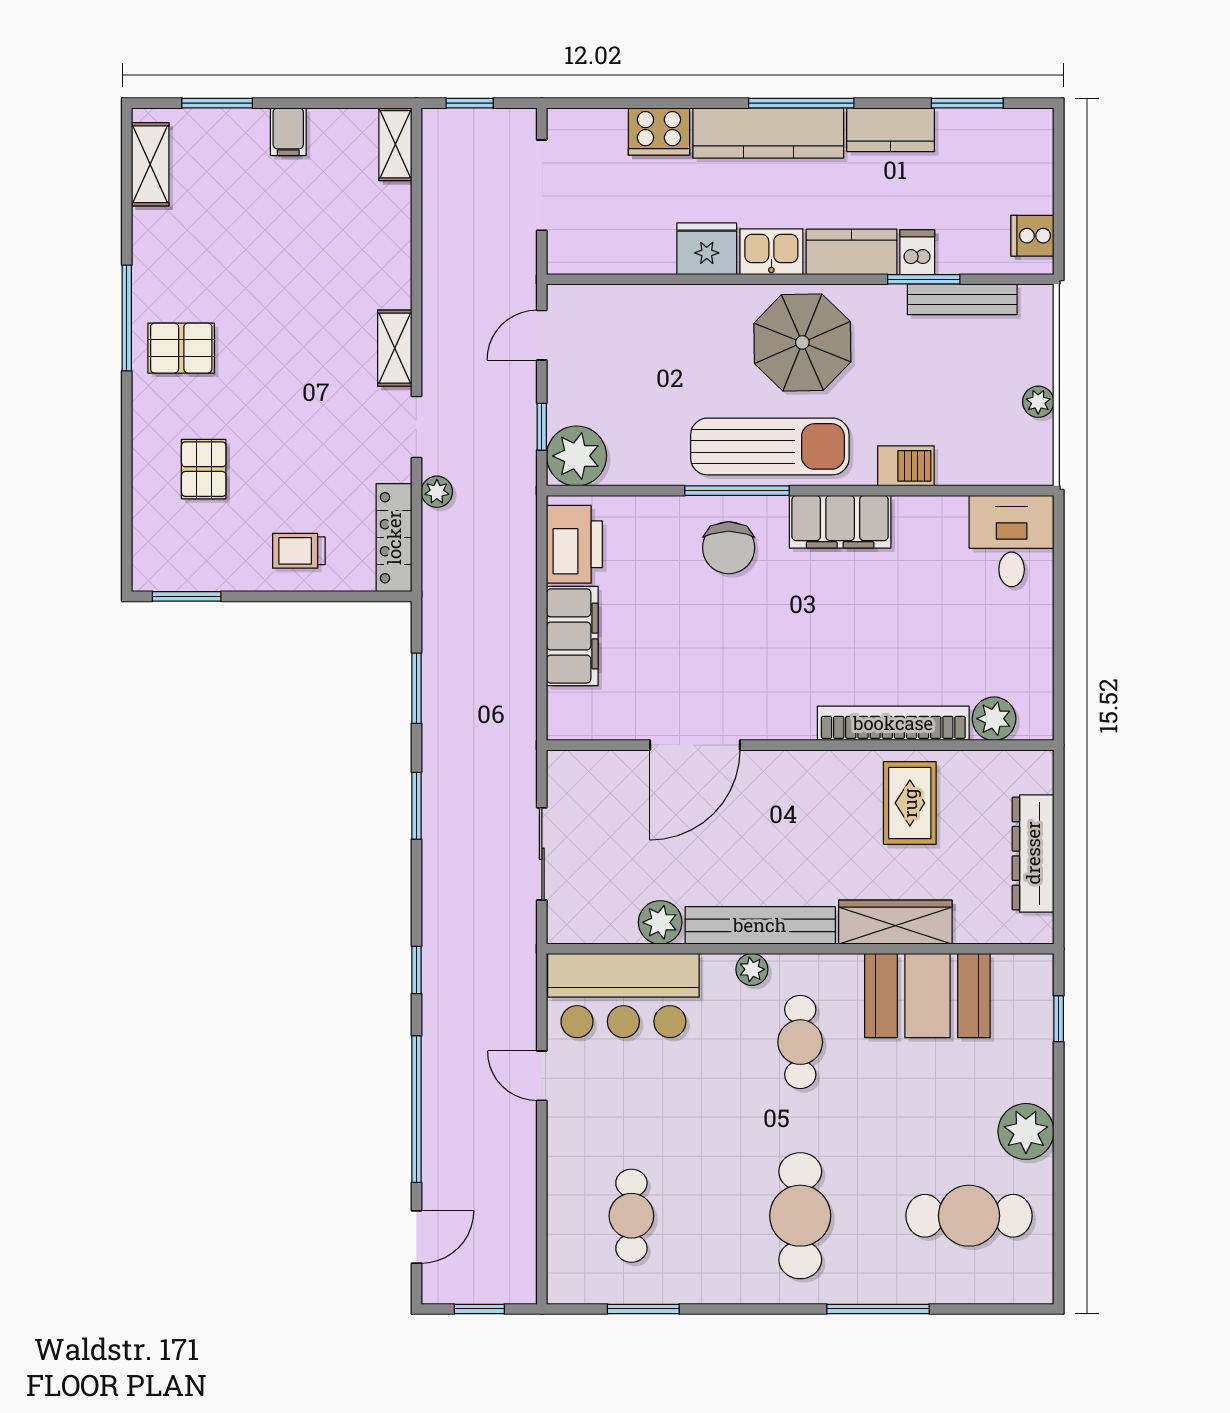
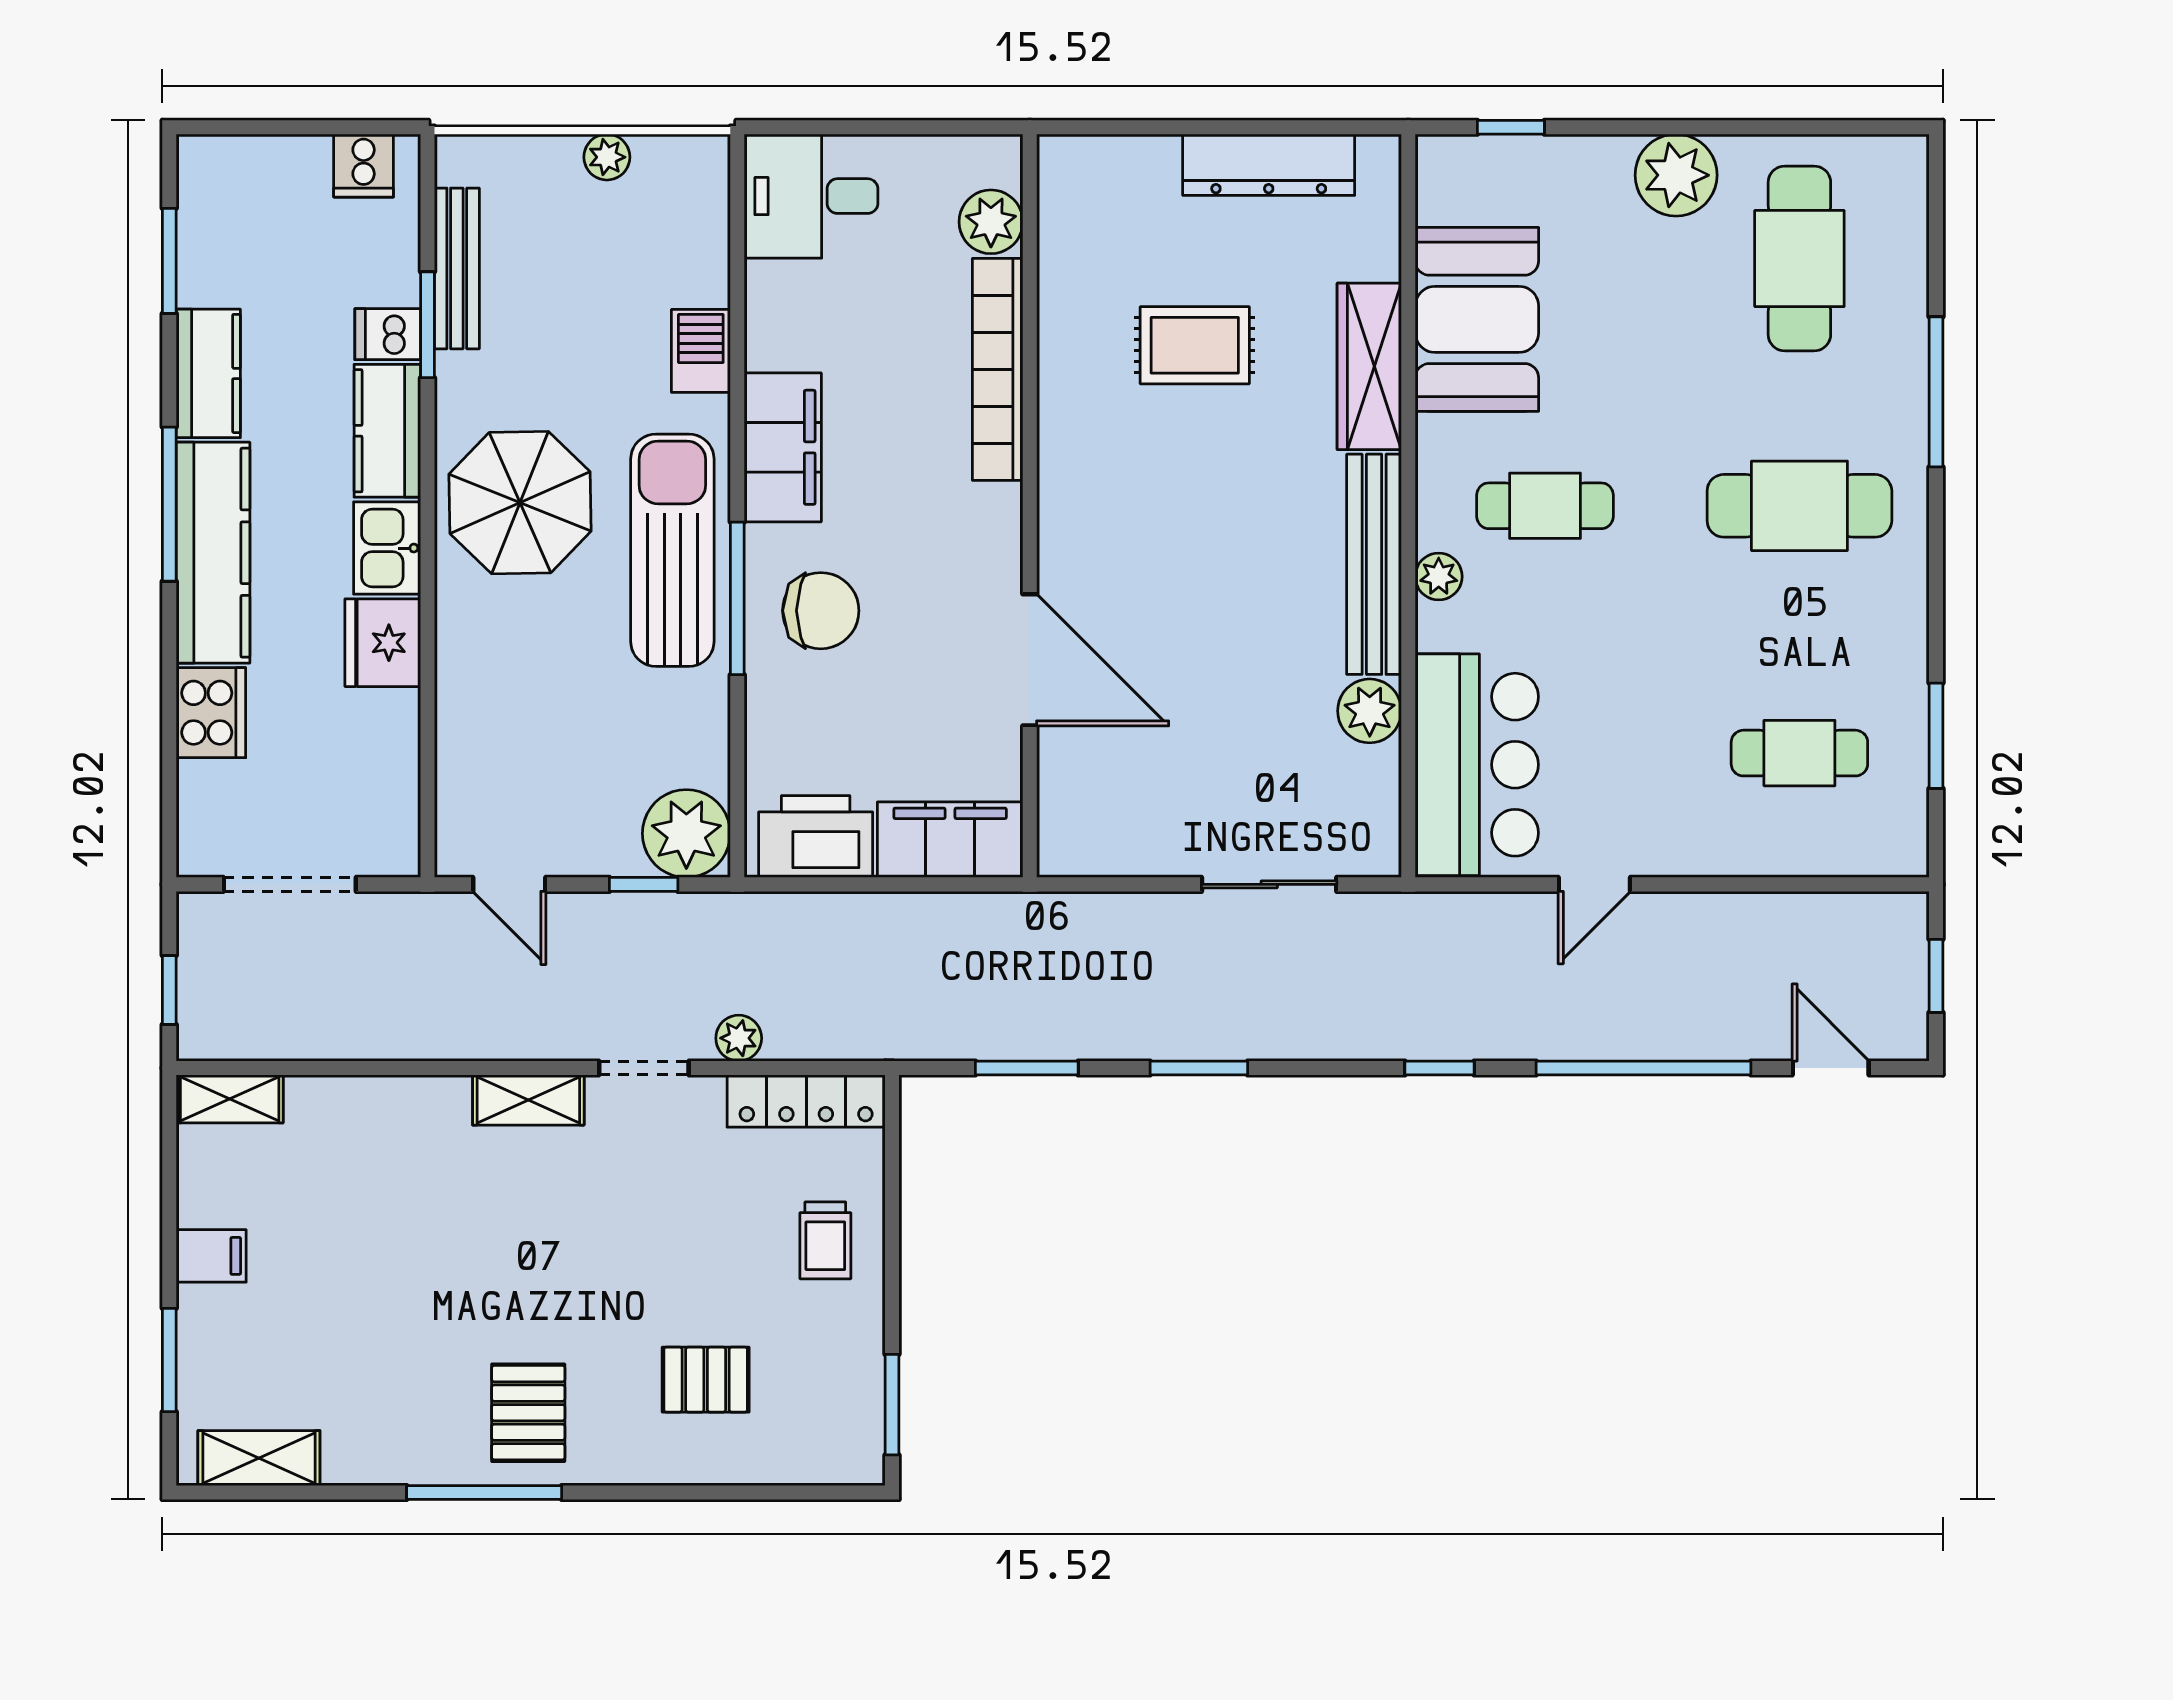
plant: (994, 719) -> (991, 222), moved
bookcase: (893, 723) -> (998, 369), moved
door: (695, 745) -> (1030, 660), moved
wall: (800, 745) -> (1030, 506), moved

